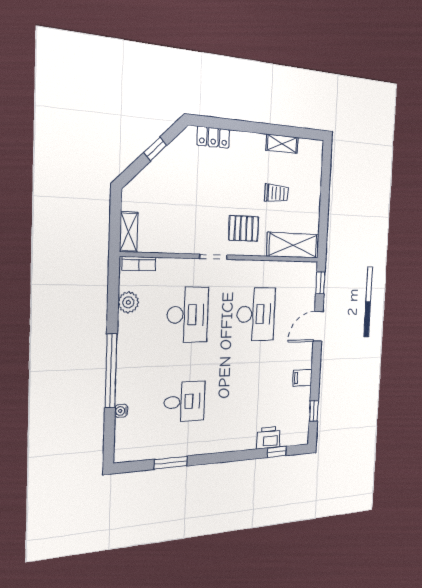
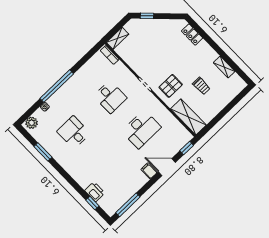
window: (155, 149) -> (147, 16), moved
pallet: (244, 228) -> (171, 86), turned 90
plant: (128, 302) -> (32, 123), moved
desk: (188, 315) -> (110, 97), width x0.73
filing cabinet: (303, 378) -> (149, 171), moved
desk: (184, 402) -> (74, 132), turned 180
window: (314, 411) -> (128, 205), width x2.17

